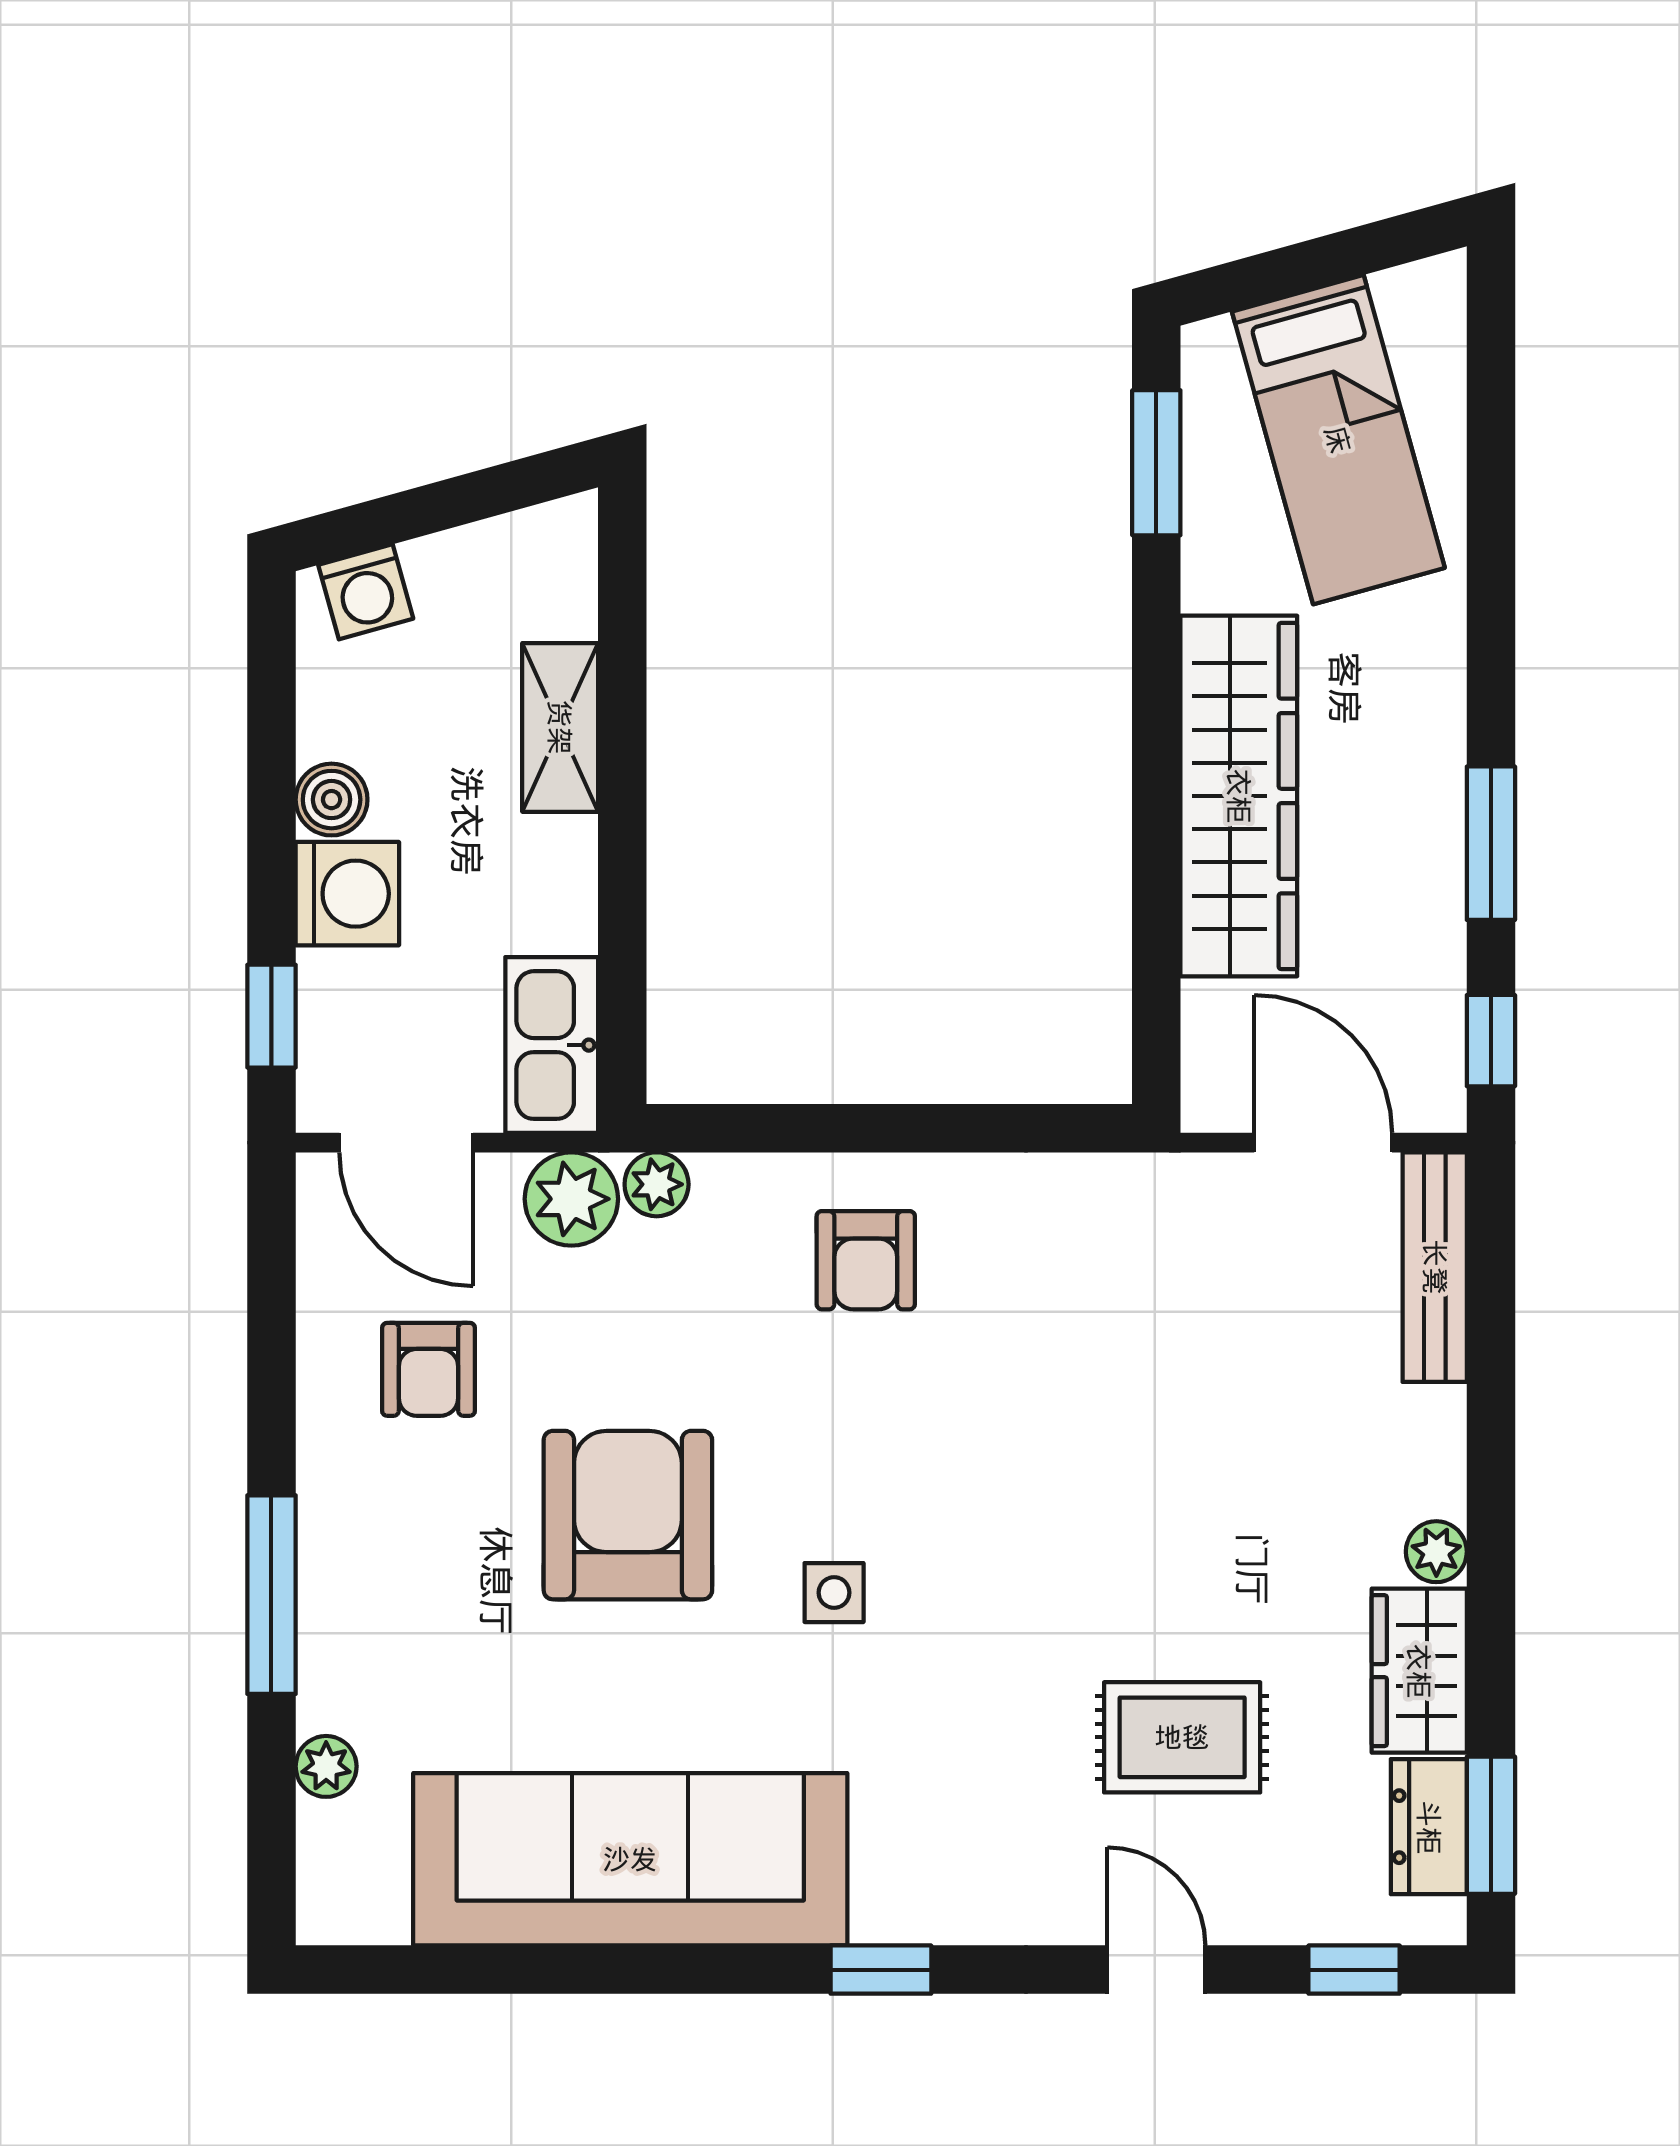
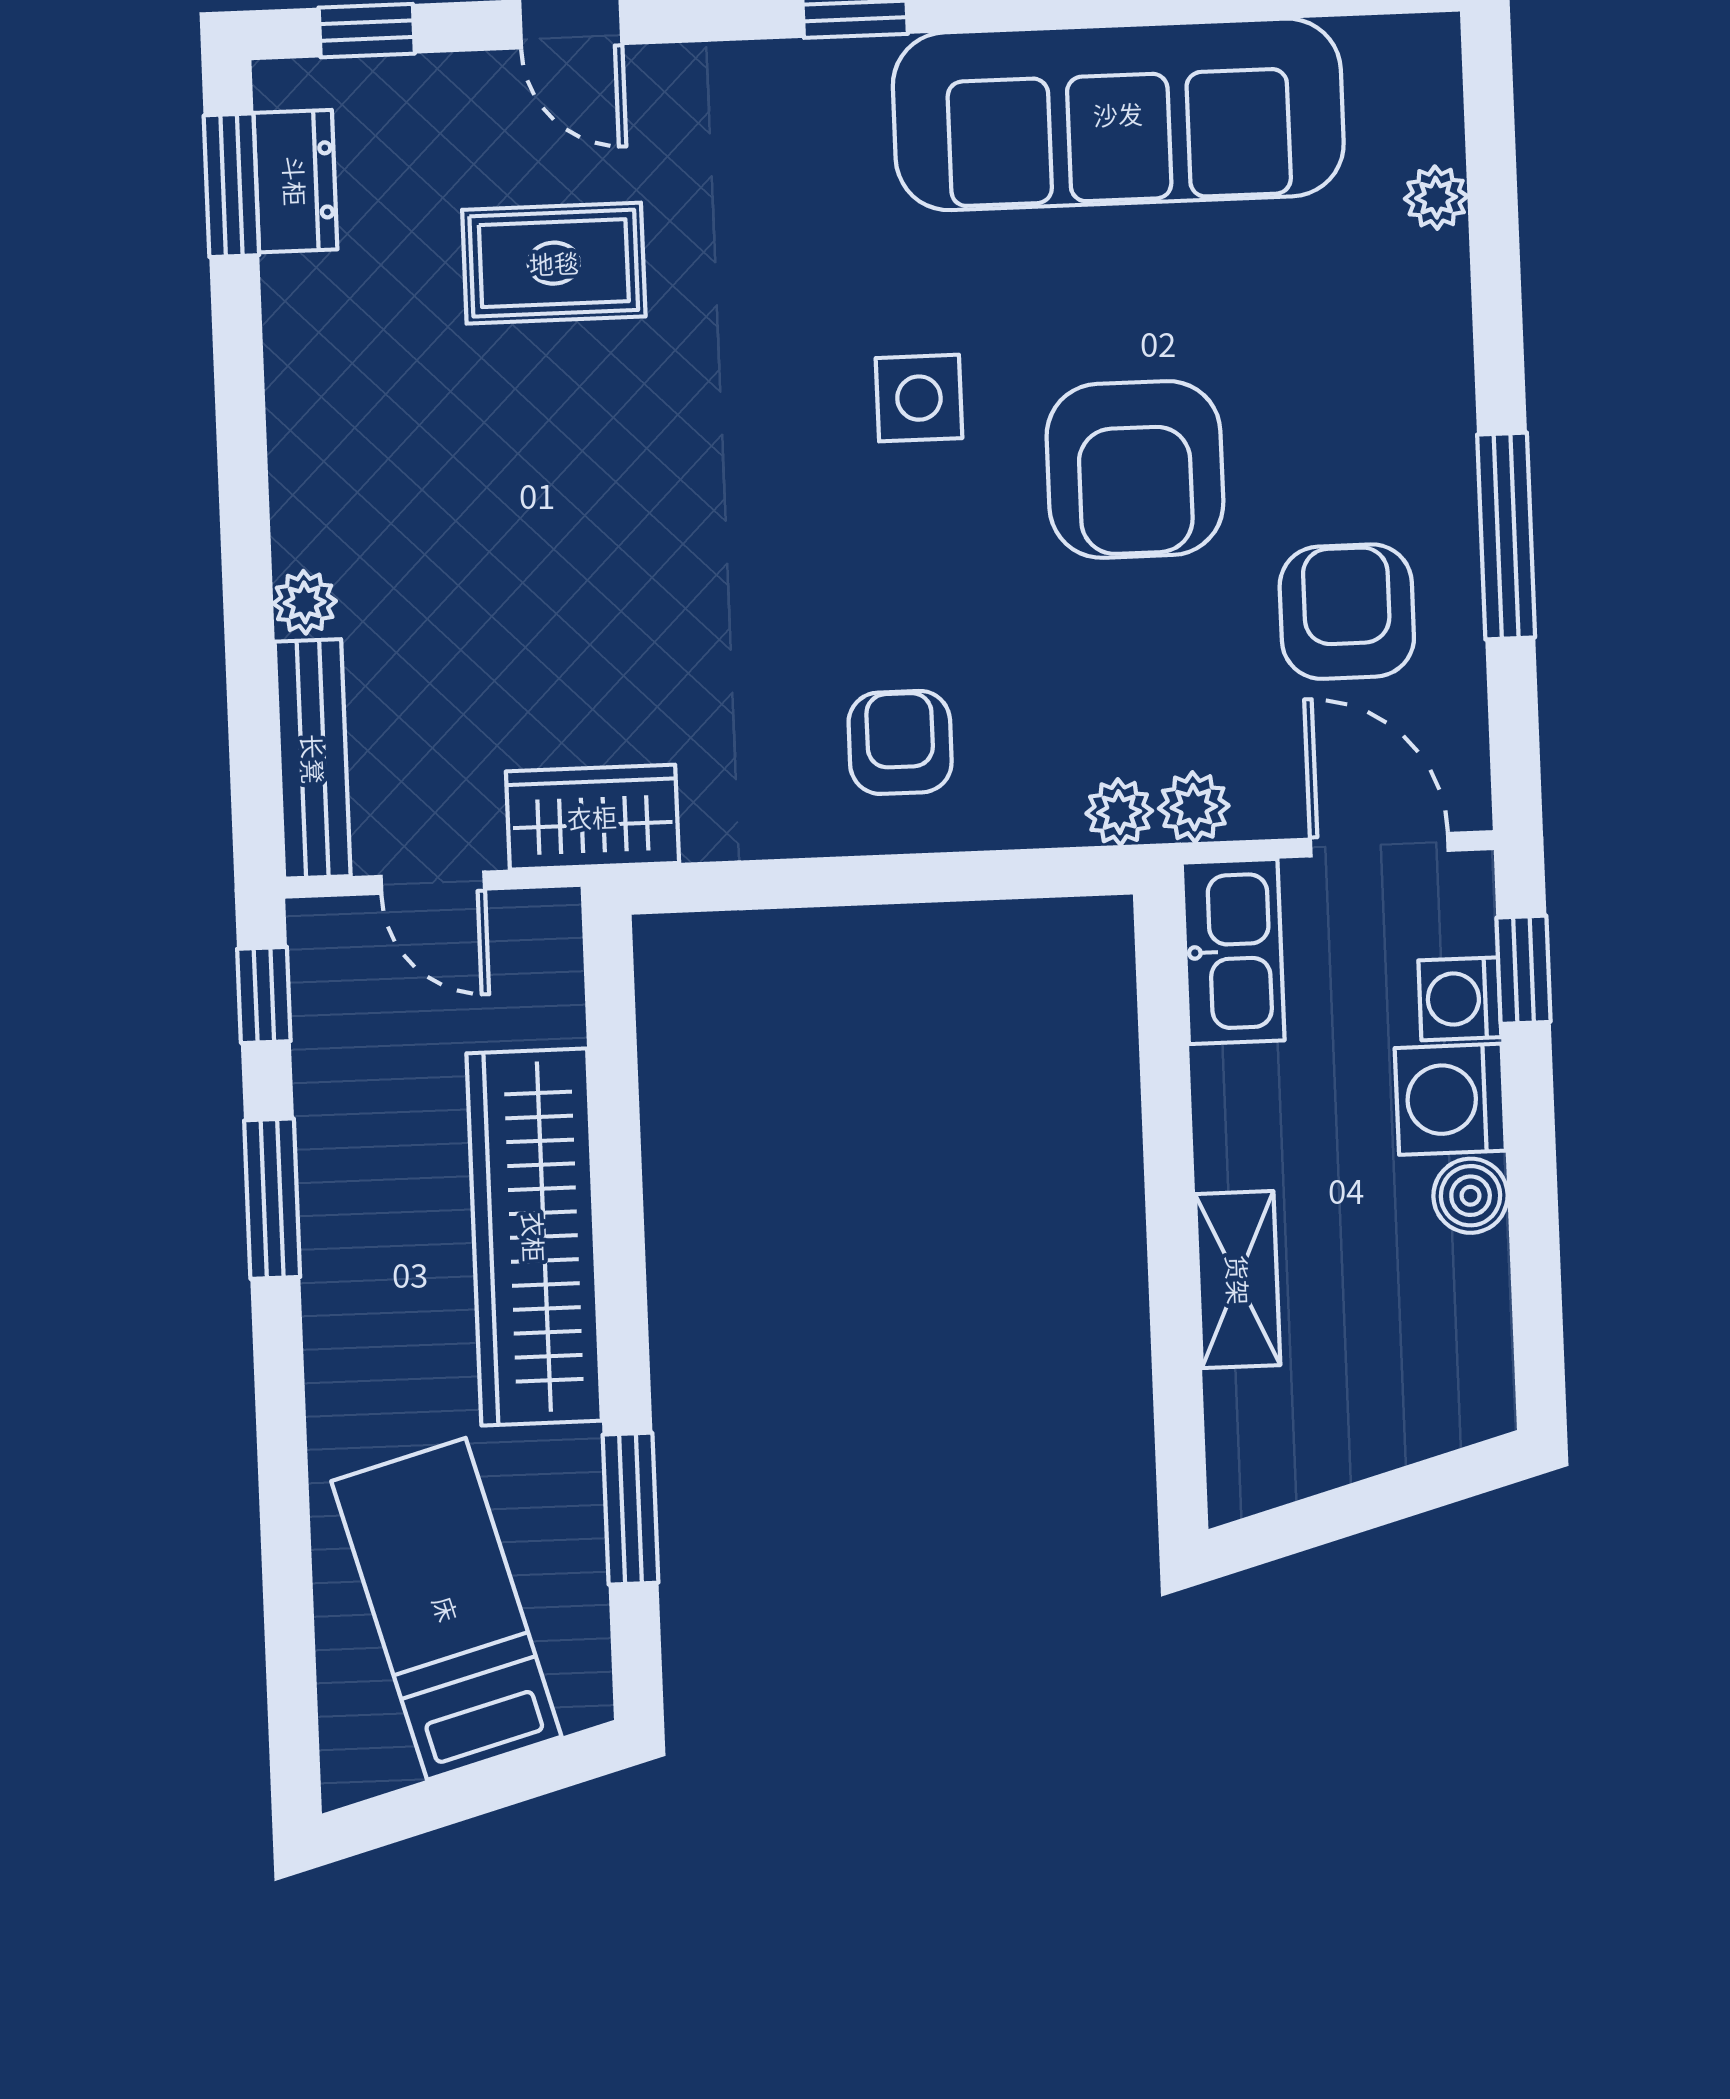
window: (1156, 463) -> (630, 1509), moved
washing machine: (366, 592) -> (1460, 999), moved, turned -75
door: (1323, 1143) -> (433, 883), width x0.73
plant: (571, 1199) -> (1194, 807), width x0.73, depth x0.73
armchair: (428, 1369) -> (1347, 612), width x1.38, depth x1.38
plant: (1436, 1552) -> (305, 602), moved
side table: (834, 1593) -> (919, 398), width x1.37, depth x1.37
window: (271, 1595) -> (1506, 536), moved
wardrobe: (1419, 1671) -> (592, 817), moved, turned -90

